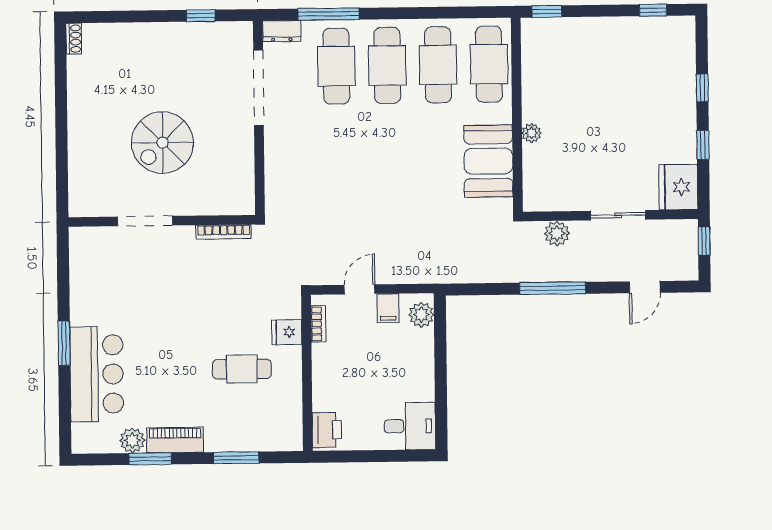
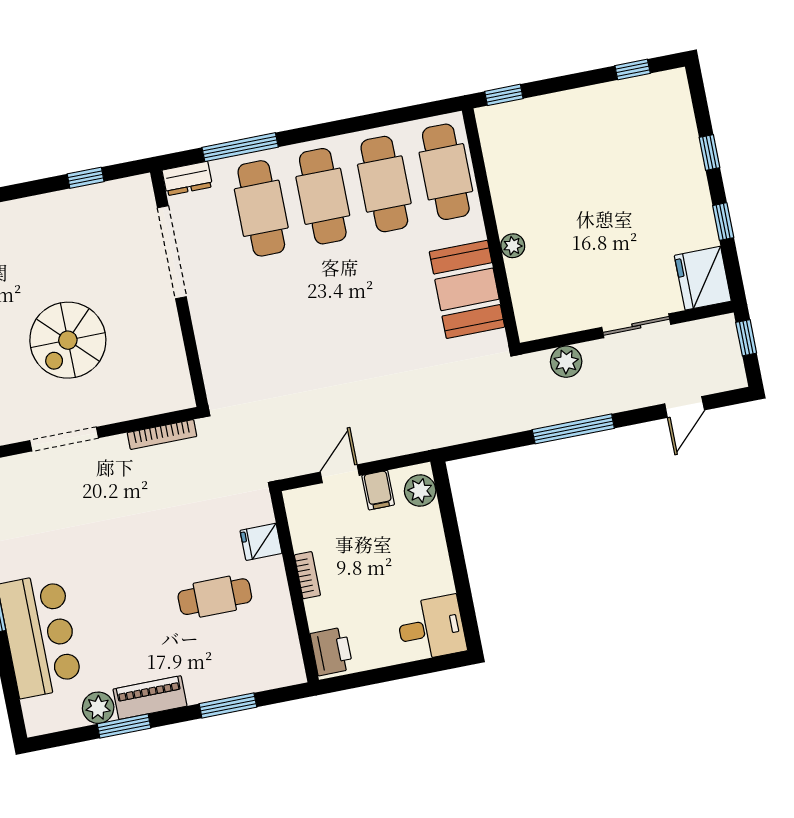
bookcase: (318, 324) -> (307, 575), moved

